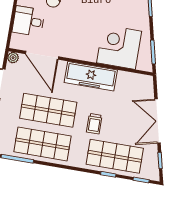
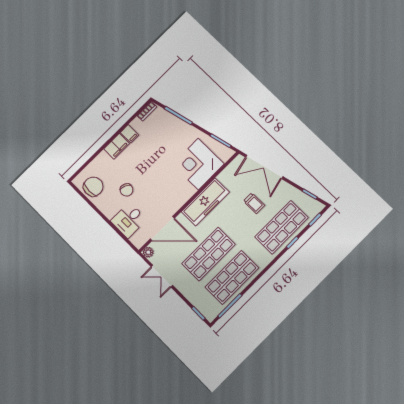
double door: (157, 121) -> (264, 167), moved
trolley: (94, 124) -> (254, 203), moved

